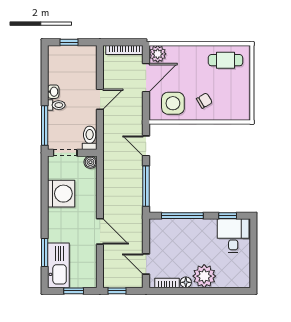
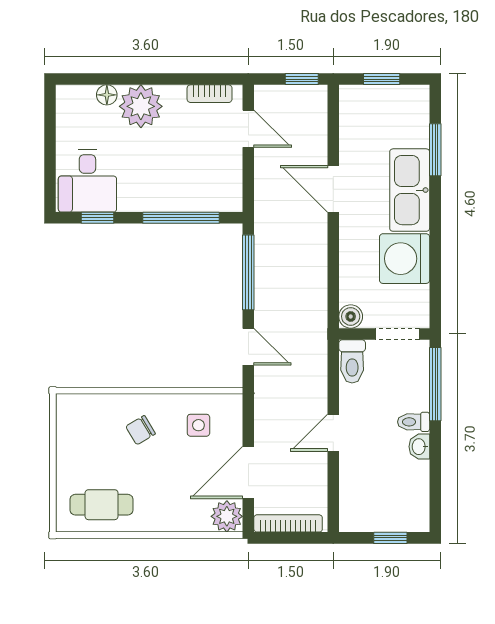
side table: (173, 103) -> (198, 425), width x0.54, depth x0.54
kitchen sink: (58, 265) -> (410, 190), moved
floor lamp: (186, 282) -> (107, 95), moved

